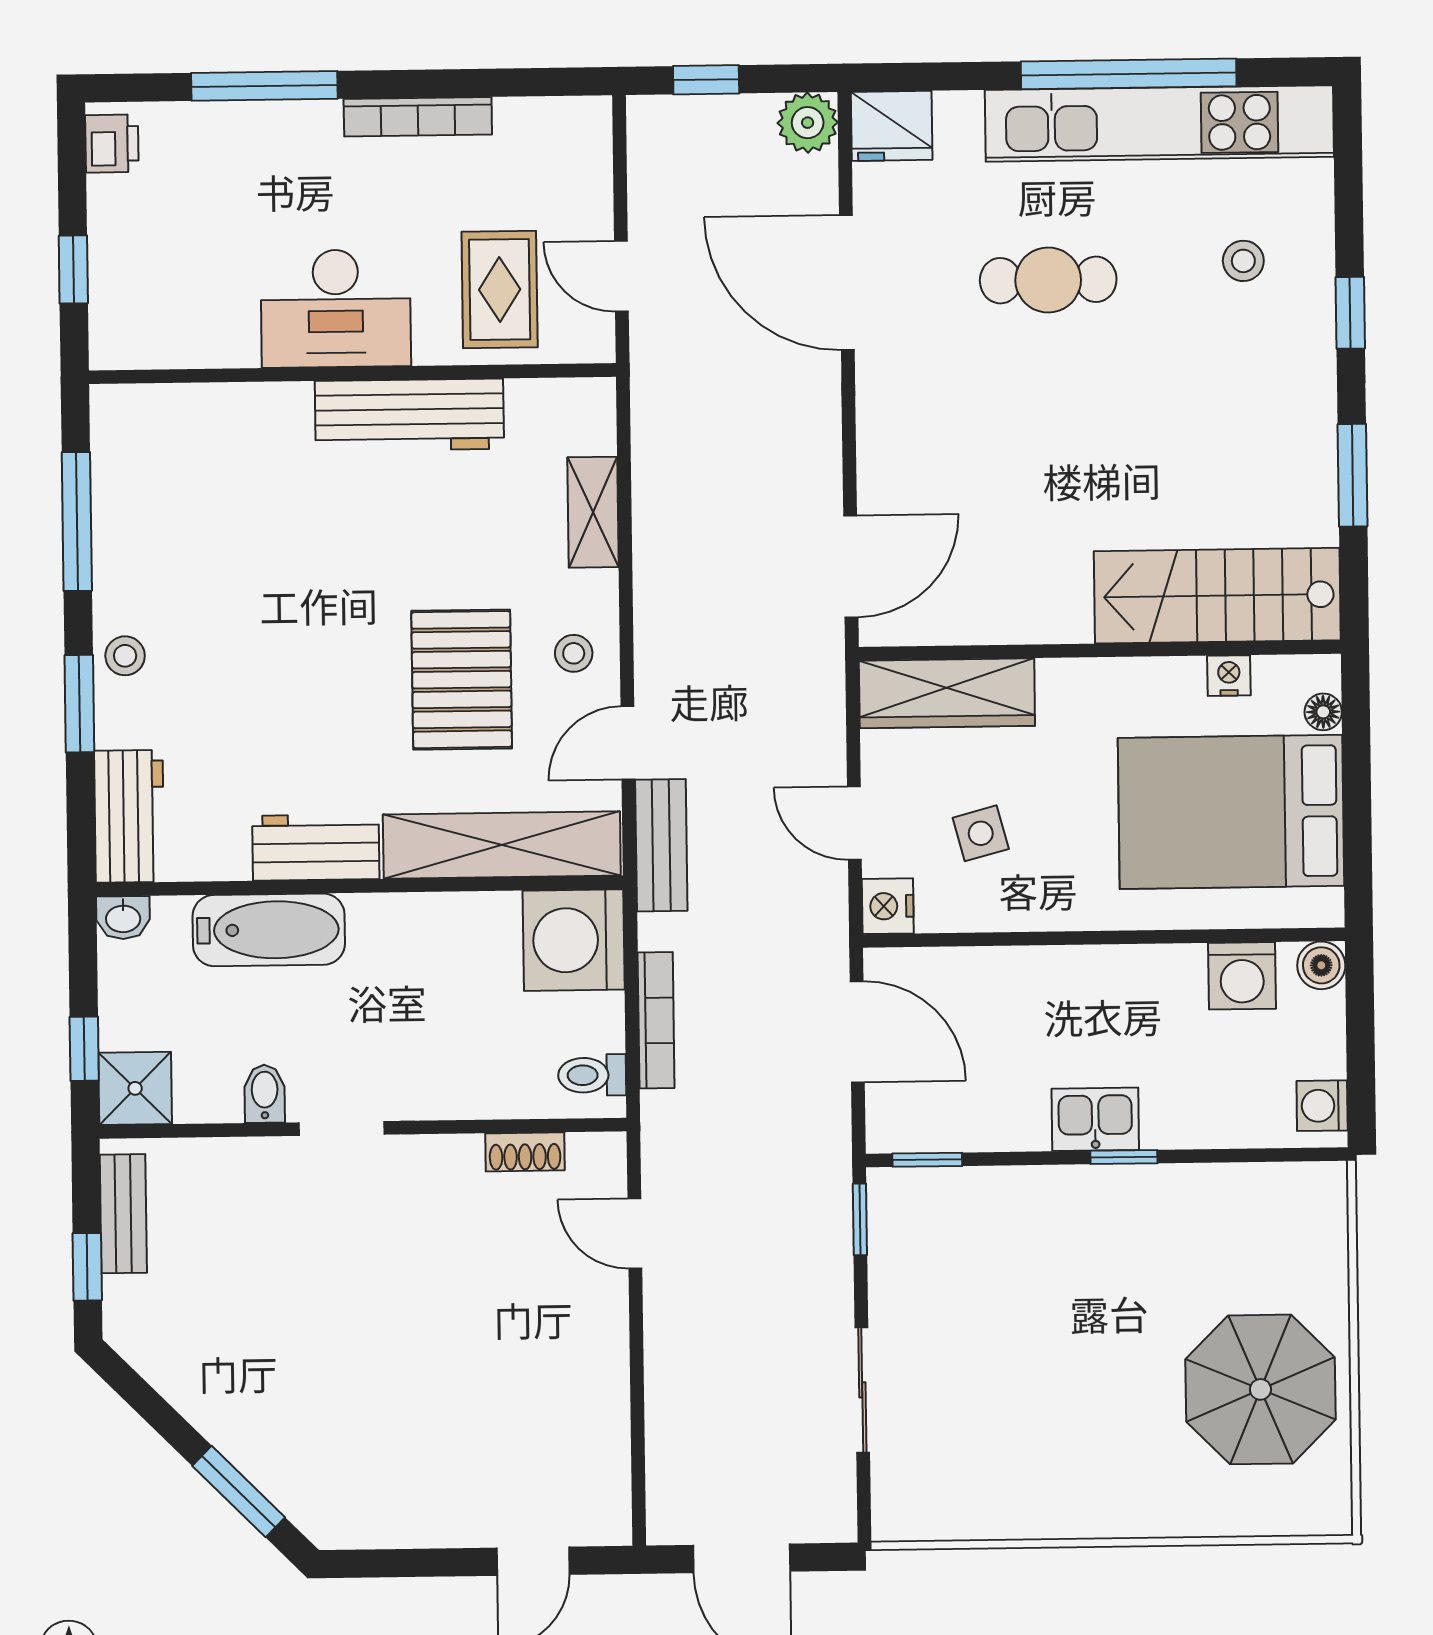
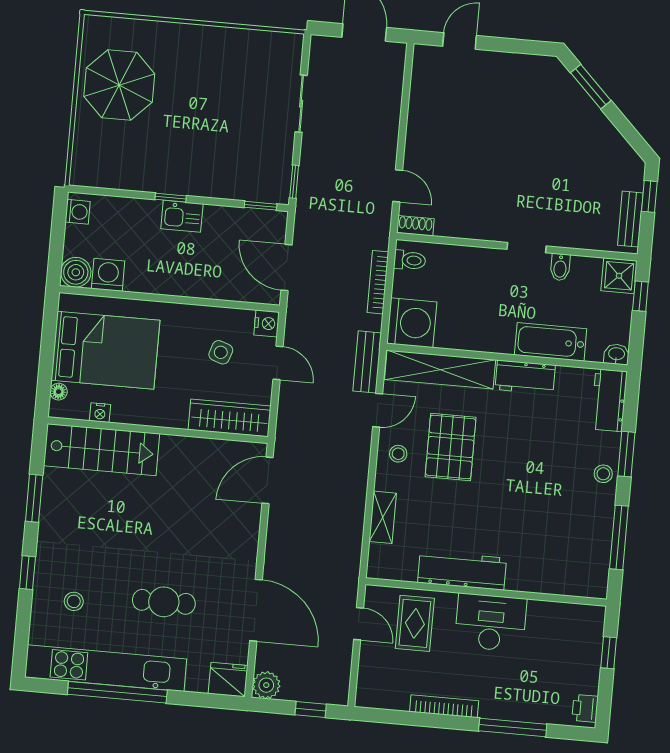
side table: (981, 833) -> (221, 352), turned 34
boiler: (1321, 965) -> (76, 272), width x1.36, depth x1.36
shoe rack: (525, 1152) -> (415, 226), moved

